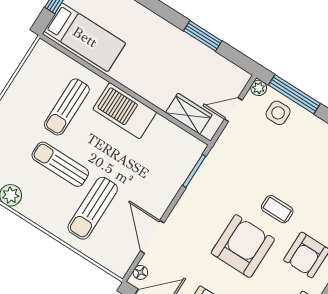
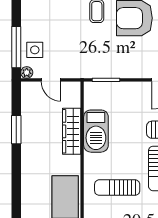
sun lounger: (67, 107) -> (117, 188), turned 180
barbecue: (125, 111) -> (96, 131), moved
wardrobe: (189, 114) -> (72, 131), moved, width x1.50

